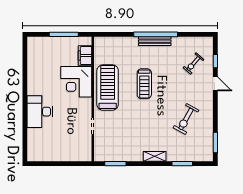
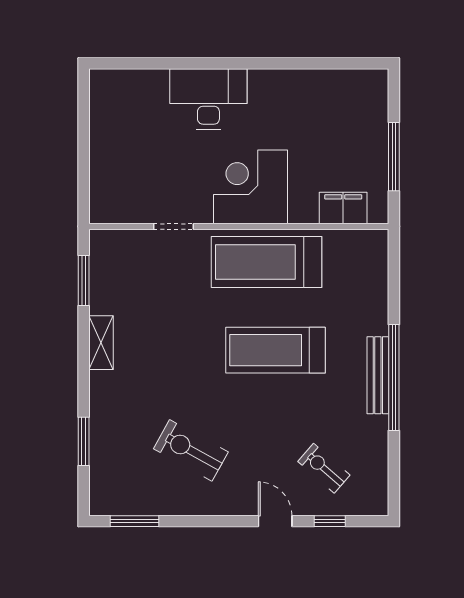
corner desk: (76, 82) -> (250, 187), moved
treadmill: (144, 84) -> (275, 350), width x1.37, depth x1.37
door: (215, 84) -> (275, 521), swing flipped
treadmill: (108, 87) -> (266, 262), turned 180
shelving: (155, 156) -> (101, 343), moved

